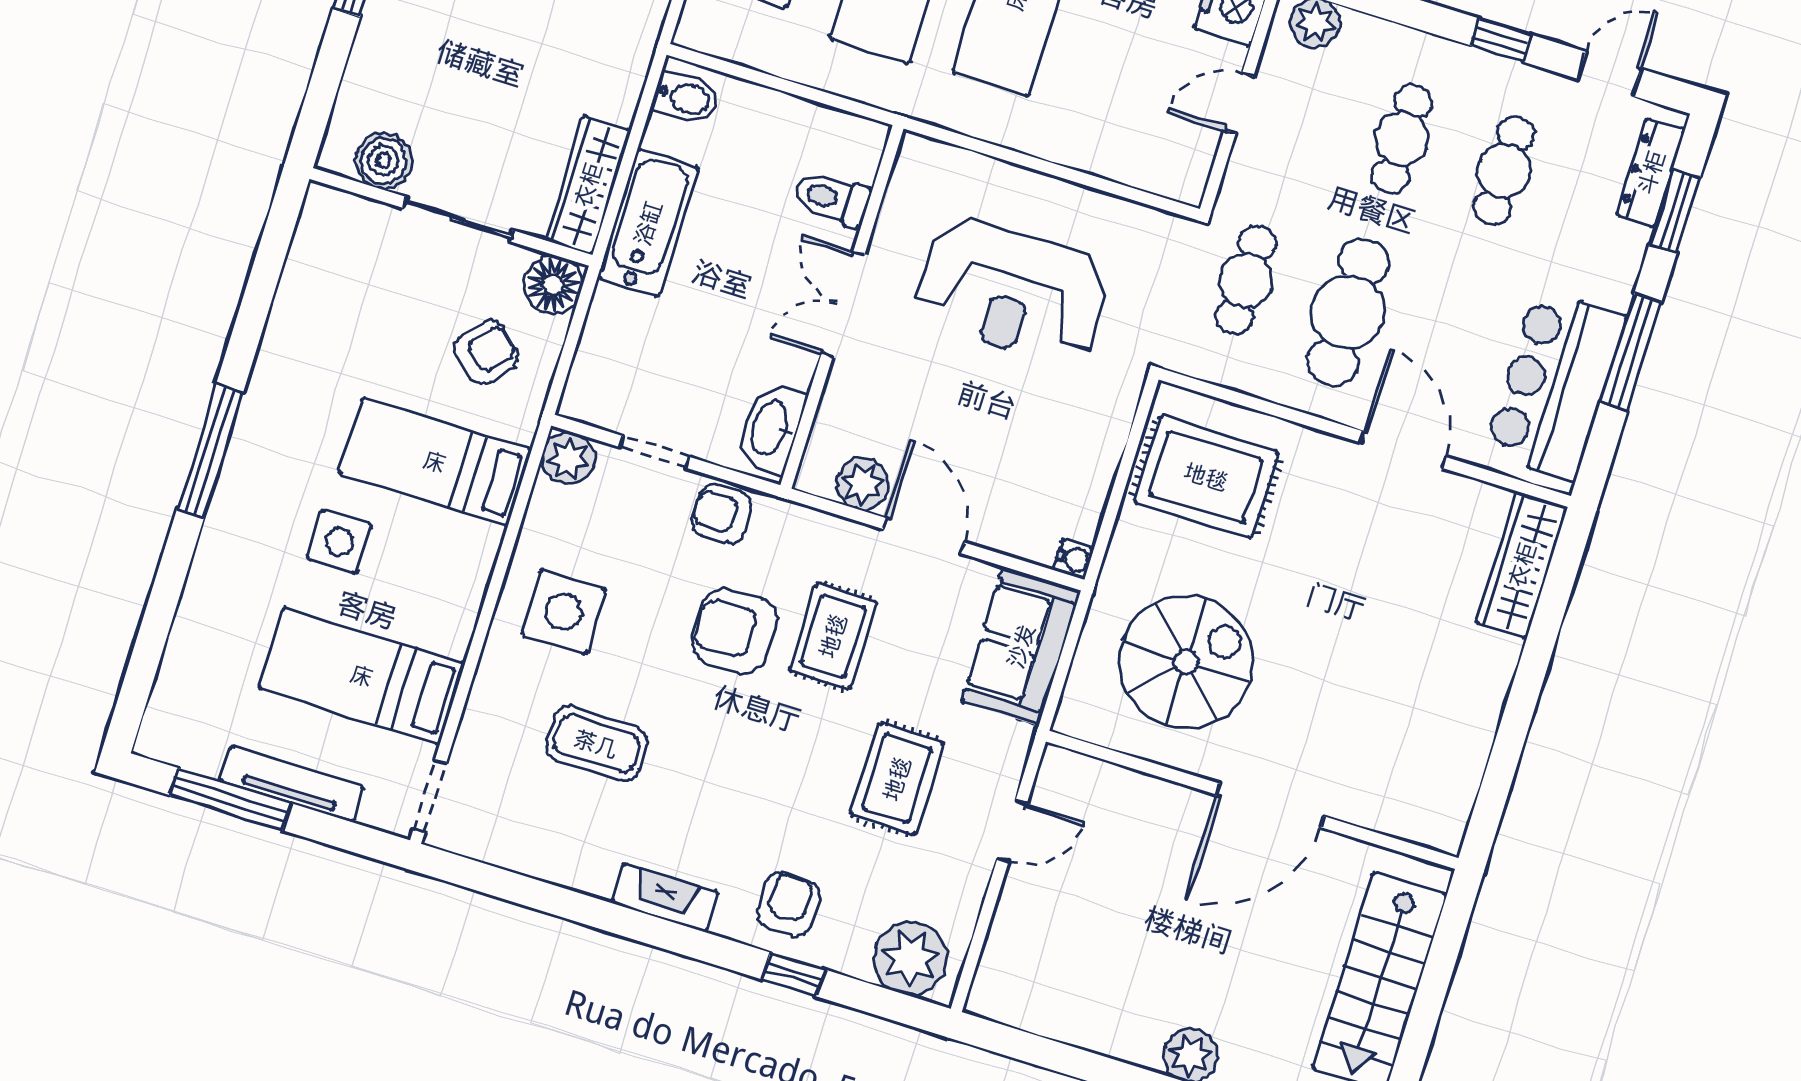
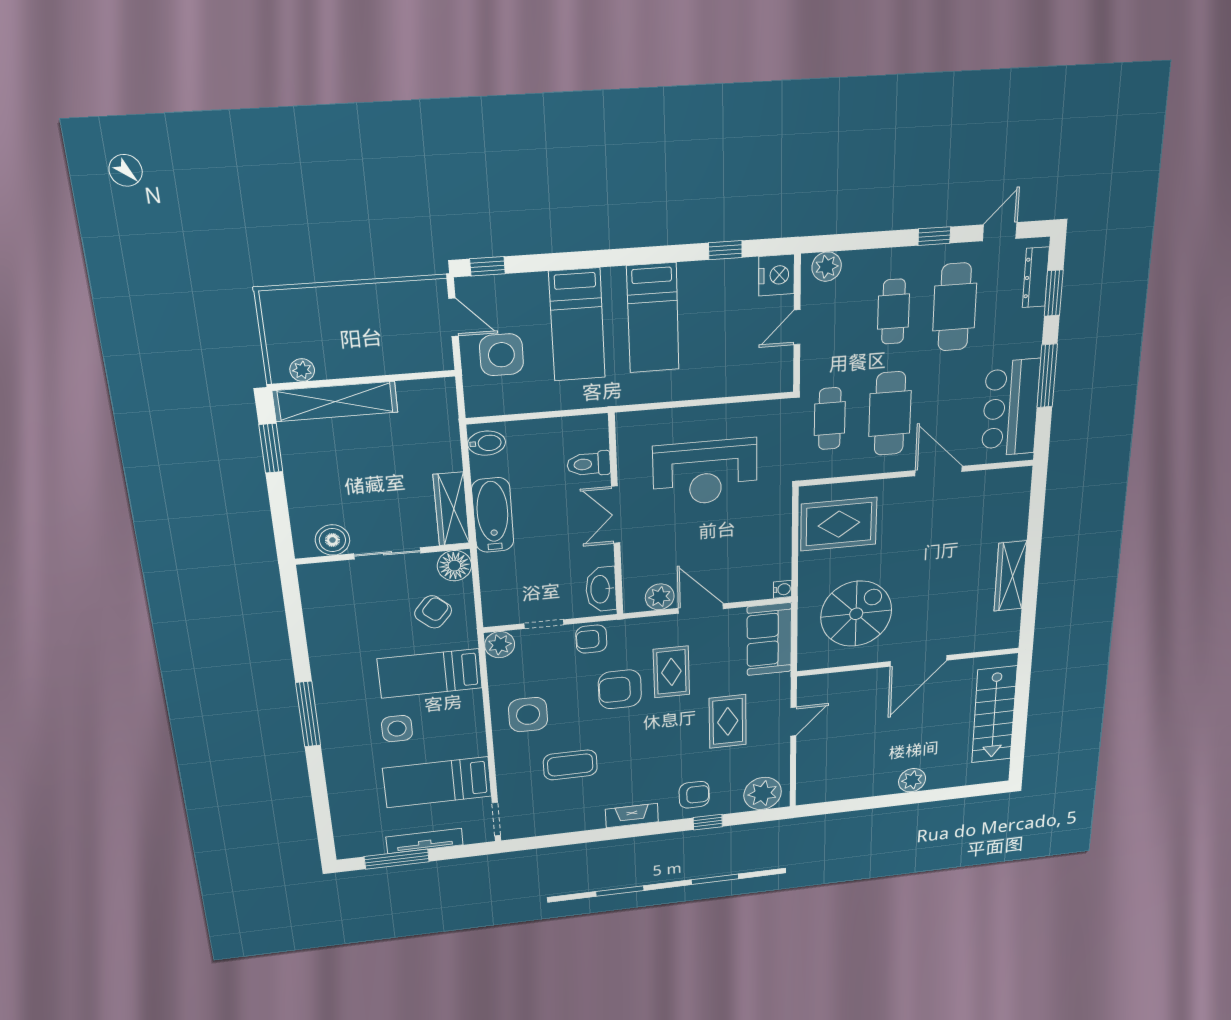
cafe table: (1504, 171) -> (955, 307), width x1.37, depth x1.35
wardrobe: (1522, 565) -> (1010, 576), moved
armchair: (788, 904) -> (694, 795), turned 90

